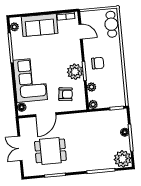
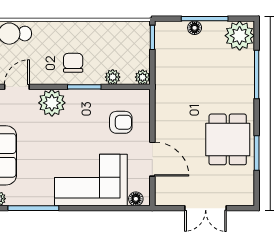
plant: (75, 72) -> (52, 103), moved
armchair: (66, 94) -> (121, 122), turned 84
dining table: (50, 151) -> (228, 139), moved

